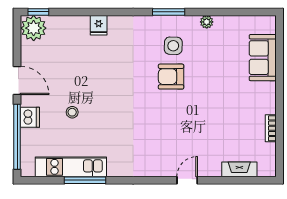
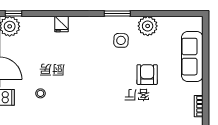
plant: (207, 22) -> (148, 26), width x1.88, depth x1.88
sofa: (263, 58) -> (192, 57), width x1.36
armchair: (171, 77) -> (147, 75), moved, turned 90

